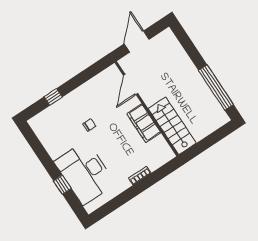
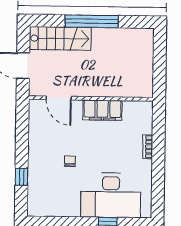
window: (216, 87) -> (92, 21), moved
stairs: (172, 126) -> (60, 38), moved, turned 180

